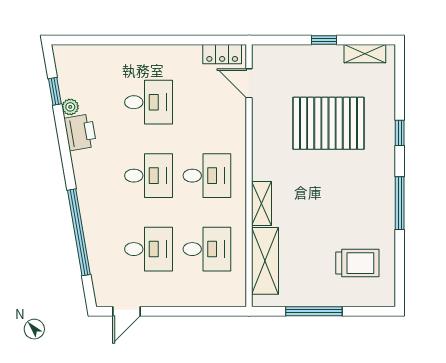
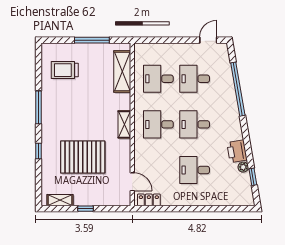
shelving: (261, 203) -> (124, 124), moved

